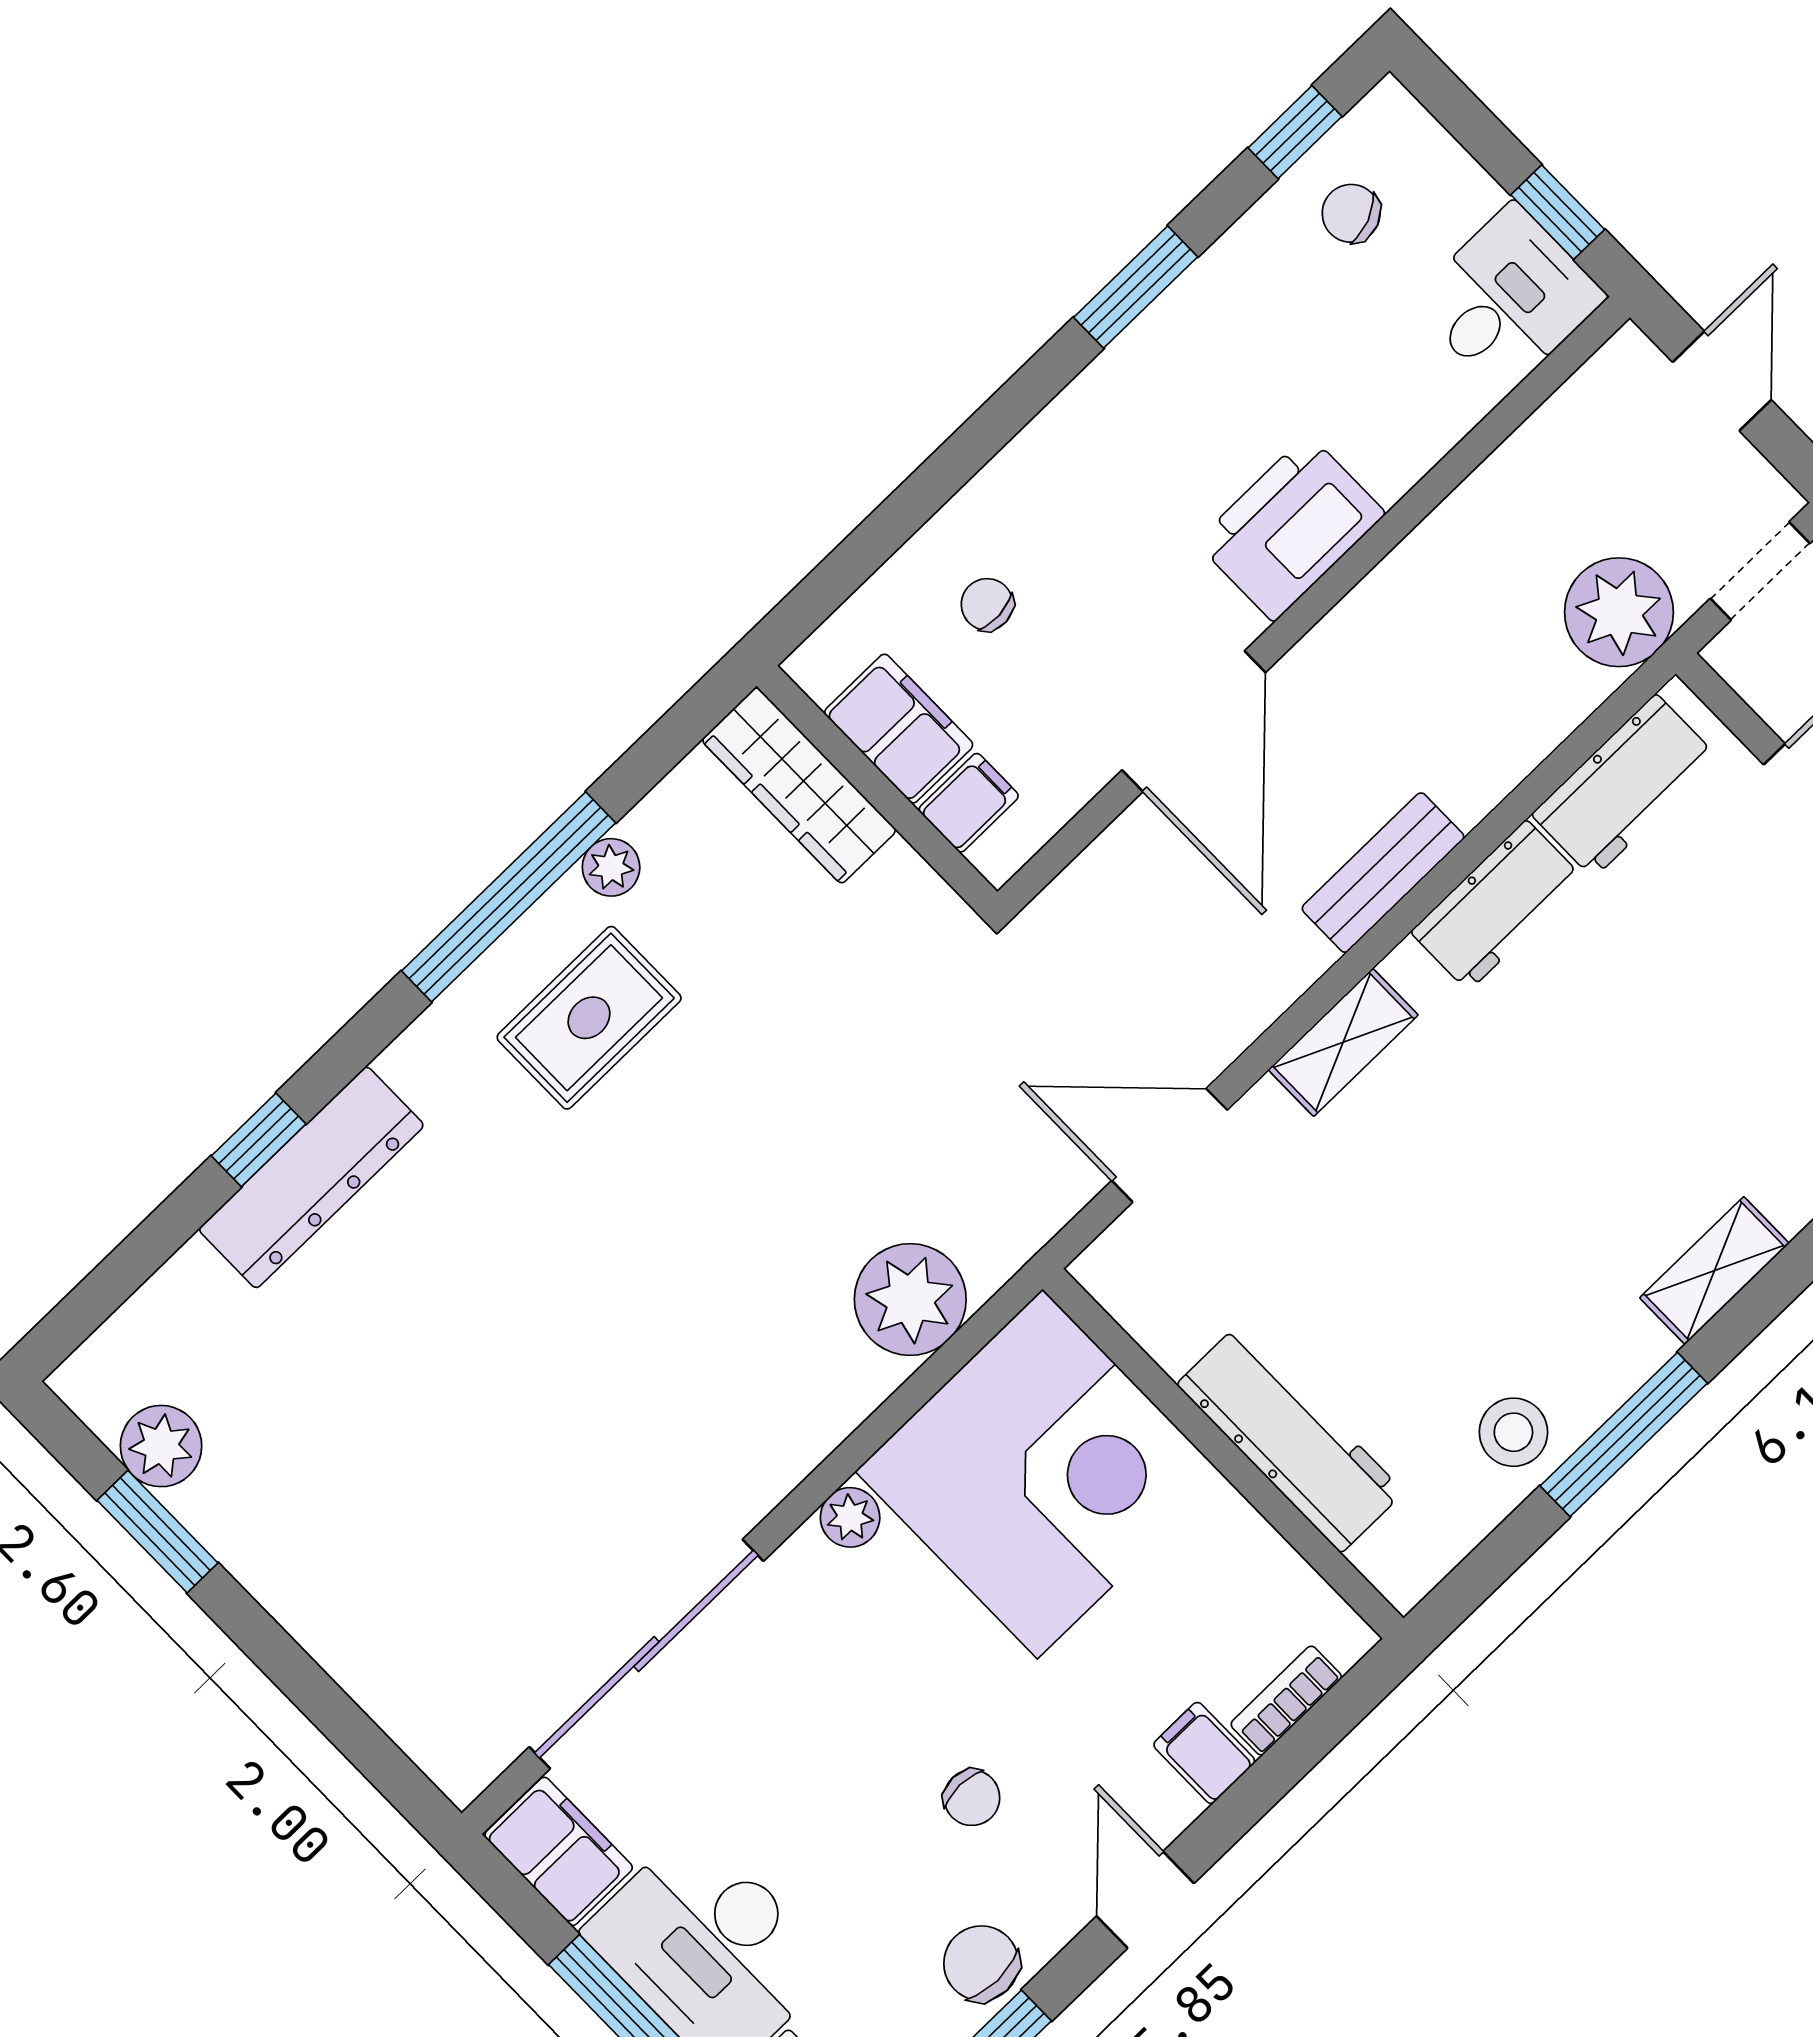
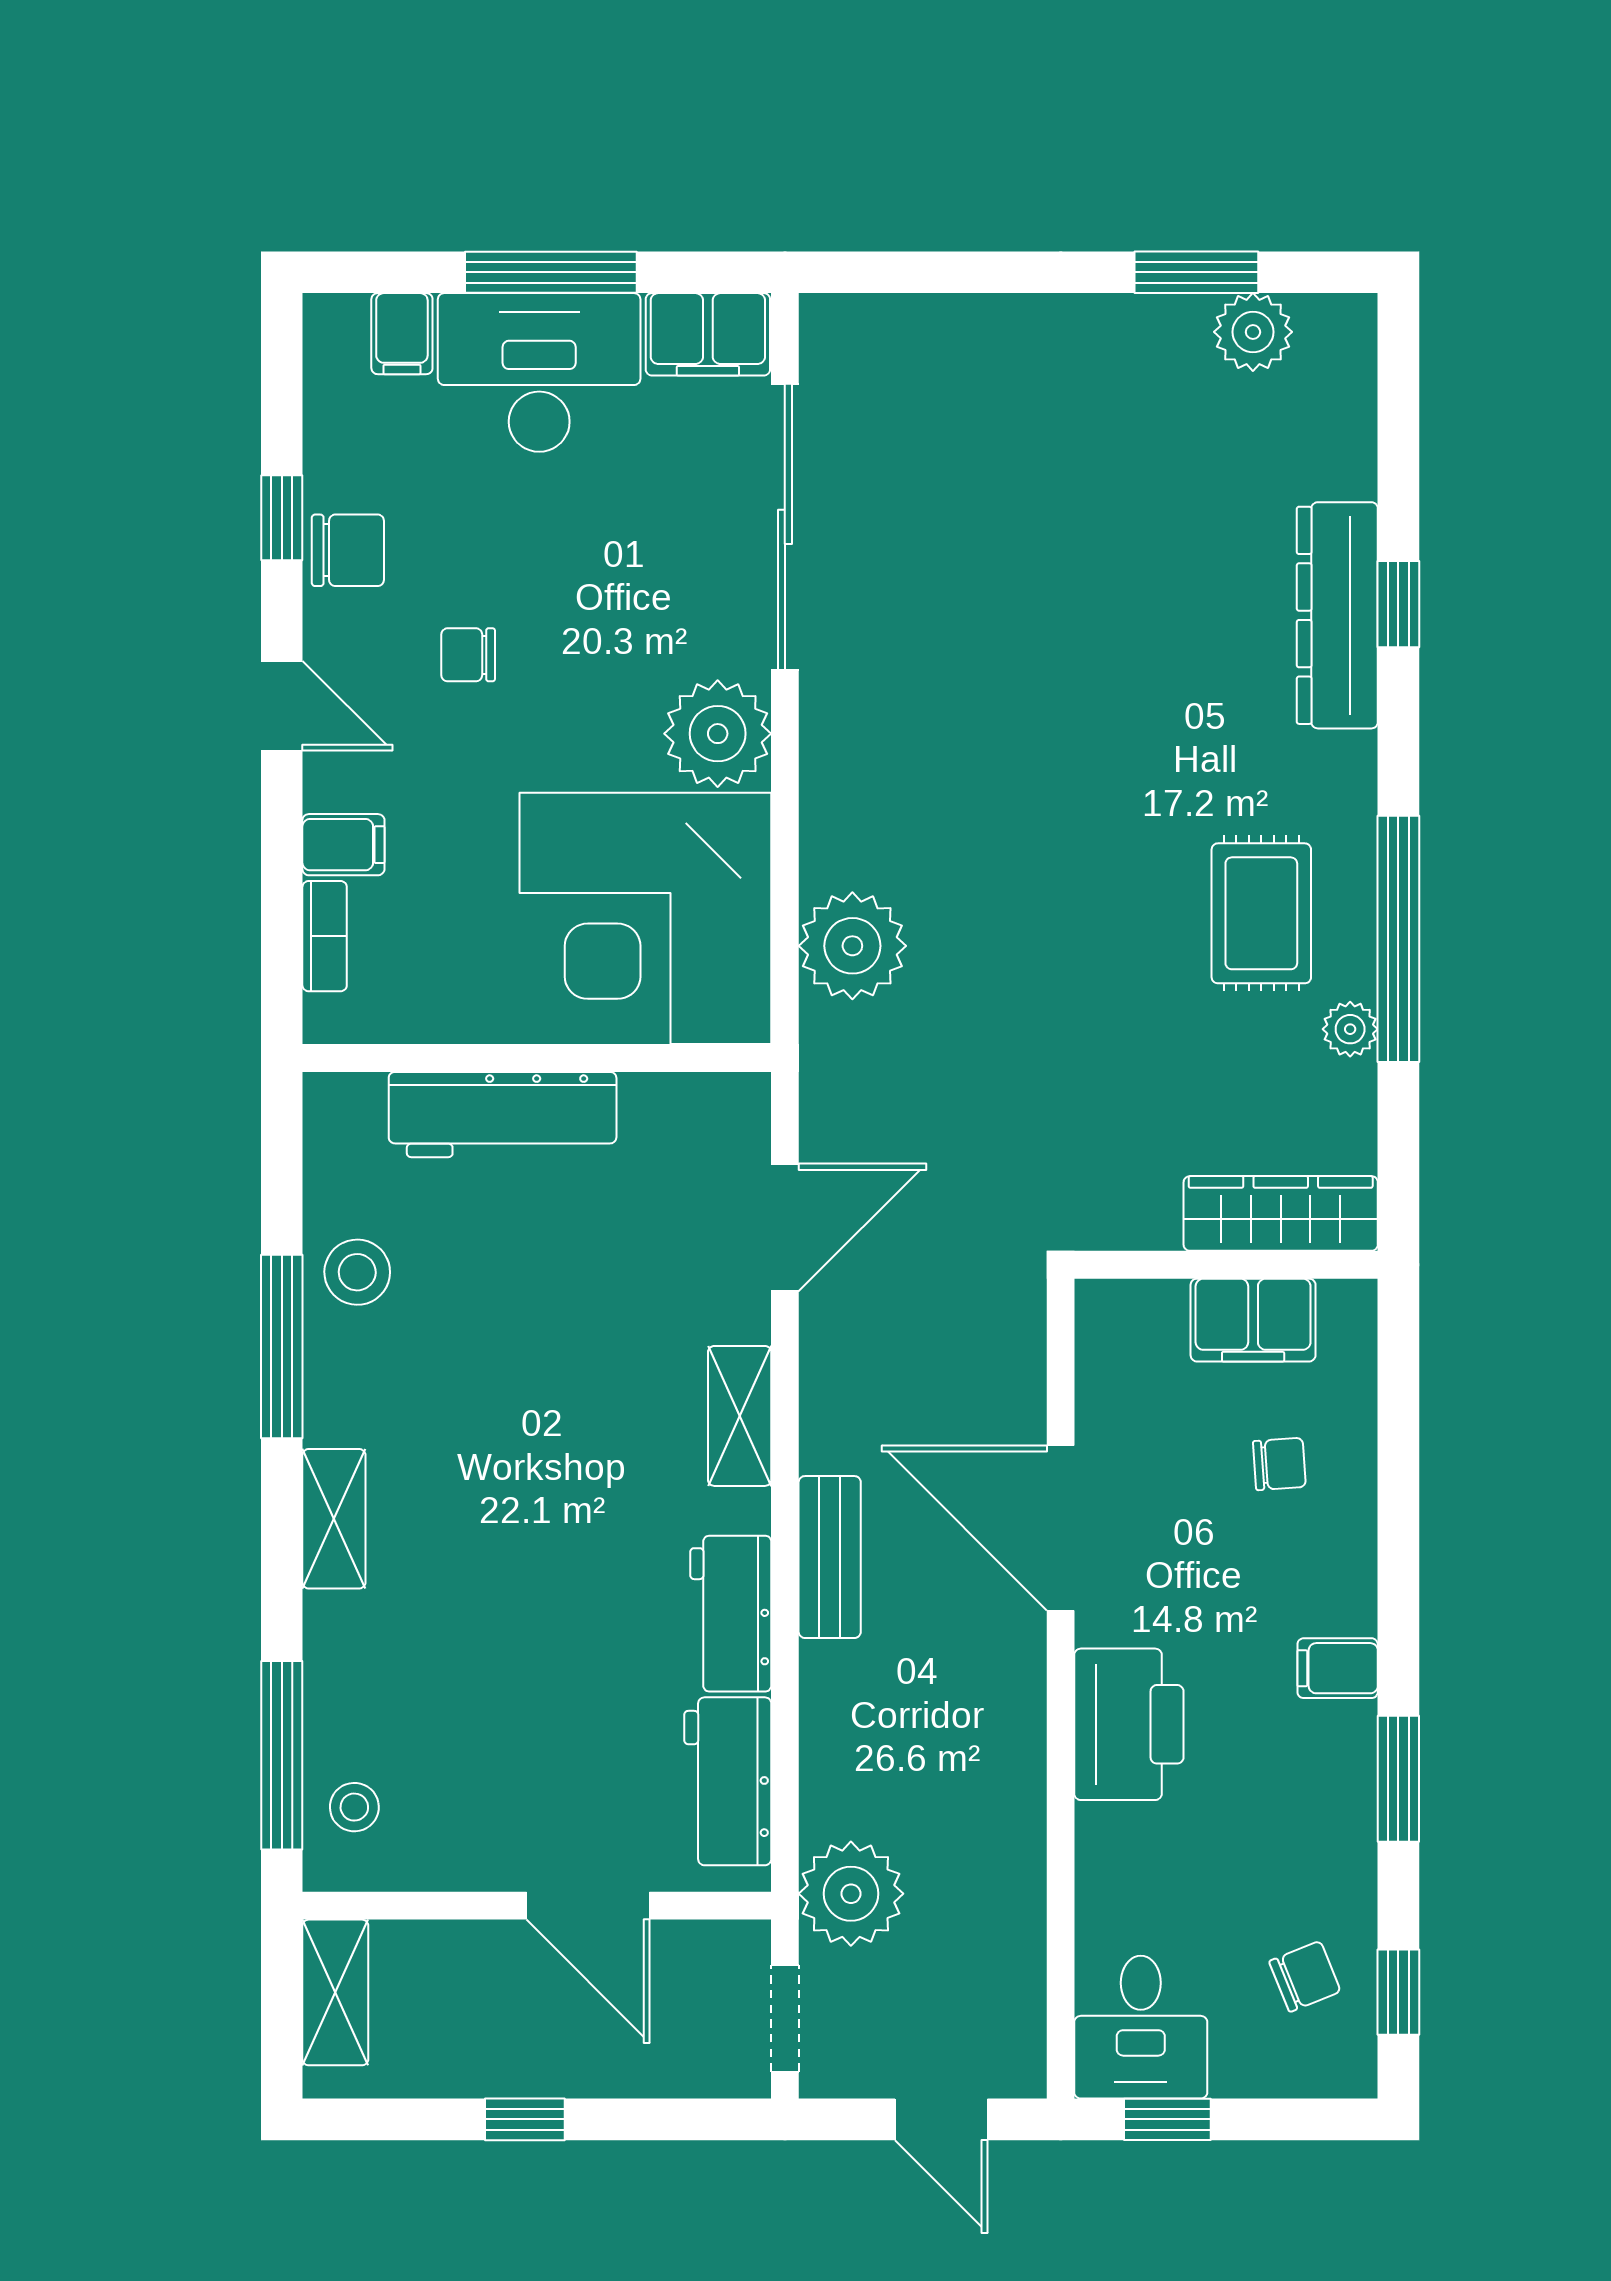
filing cabinet: (969, 803) -> (1338, 1668), moved, turned 90
plant: (850, 1517) -> (718, 734), width x1.87, depth x1.87

